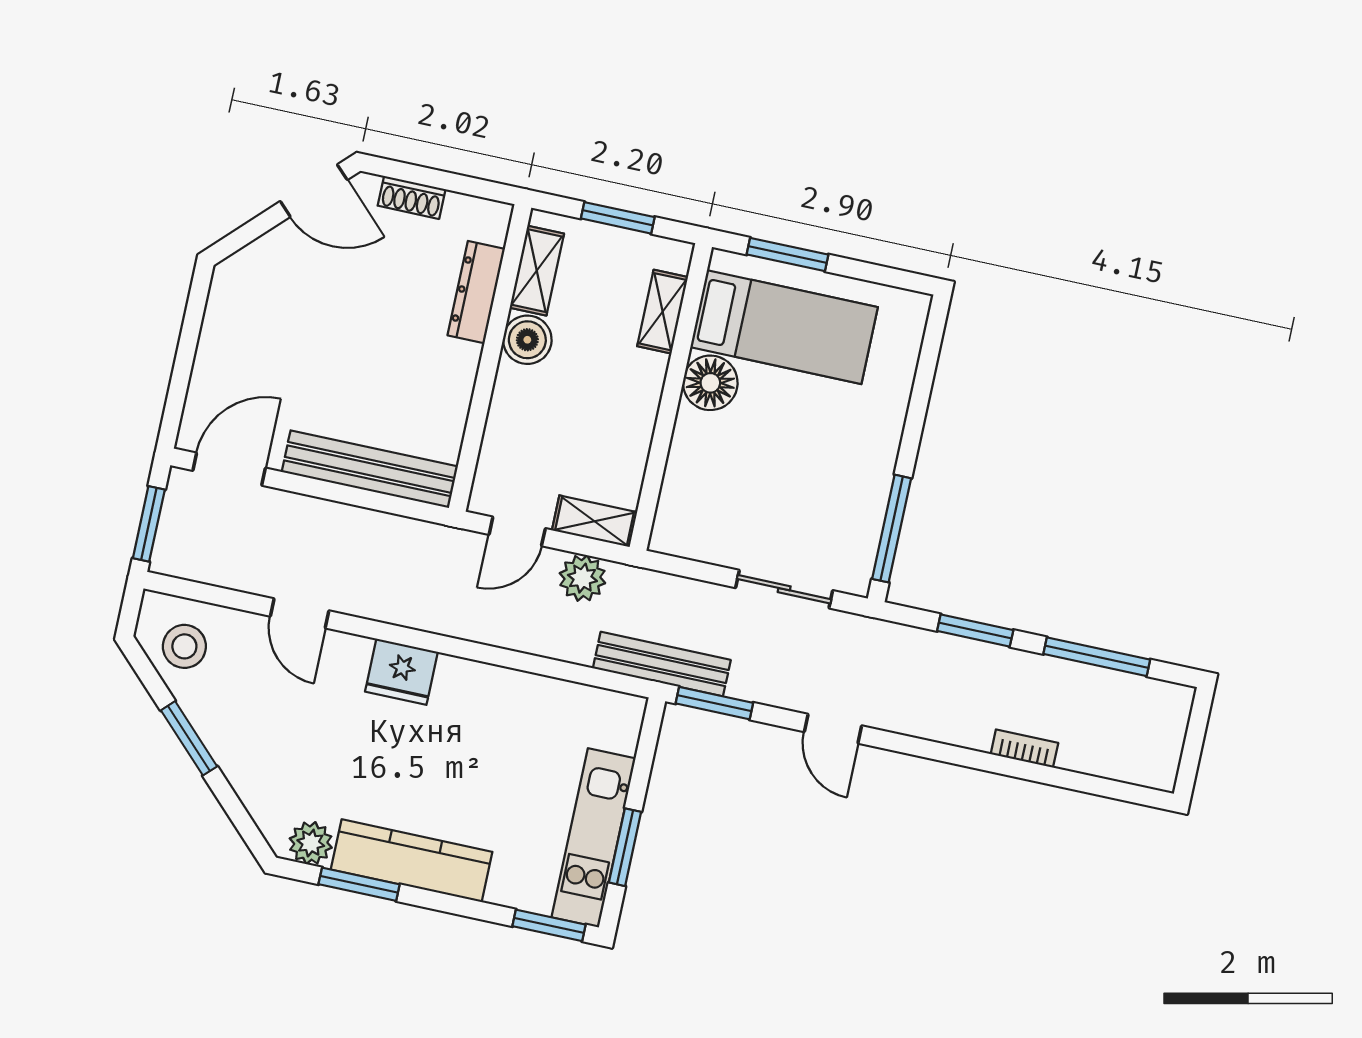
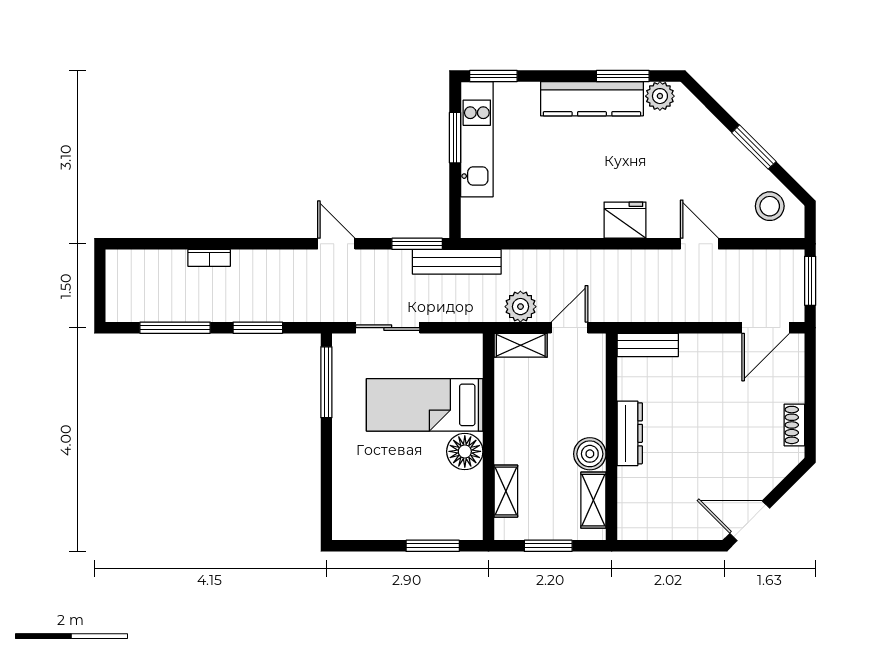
shoe rack: (412, 197) -> (794, 425), moved, turned -90
dresser: (476, 292) -> (630, 433), moved
bed: (784, 327) -> (425, 405), moved
bench: (370, 469) -> (648, 345), width x0.54, depth x0.82

